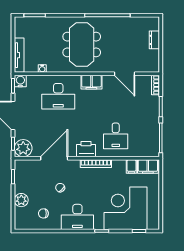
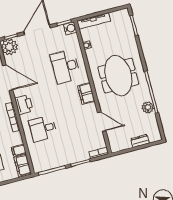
plant: (122, 23) -> (148, 107), added
meeting table: (82, 45) -> (118, 76), turned 90
door: (124, 74) -> (102, 122), swing flipped

